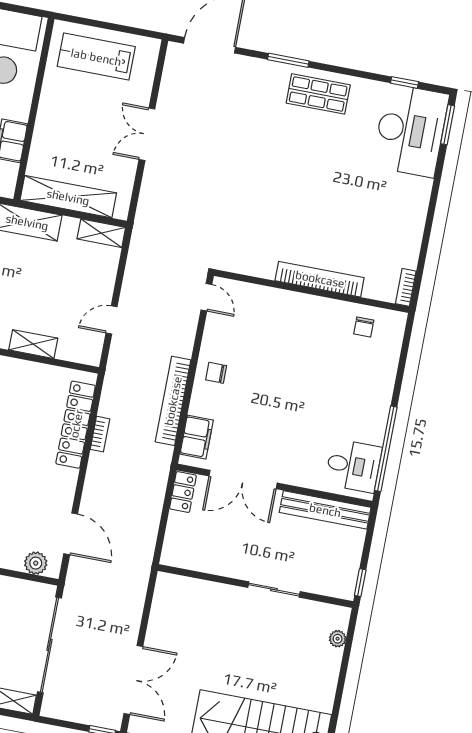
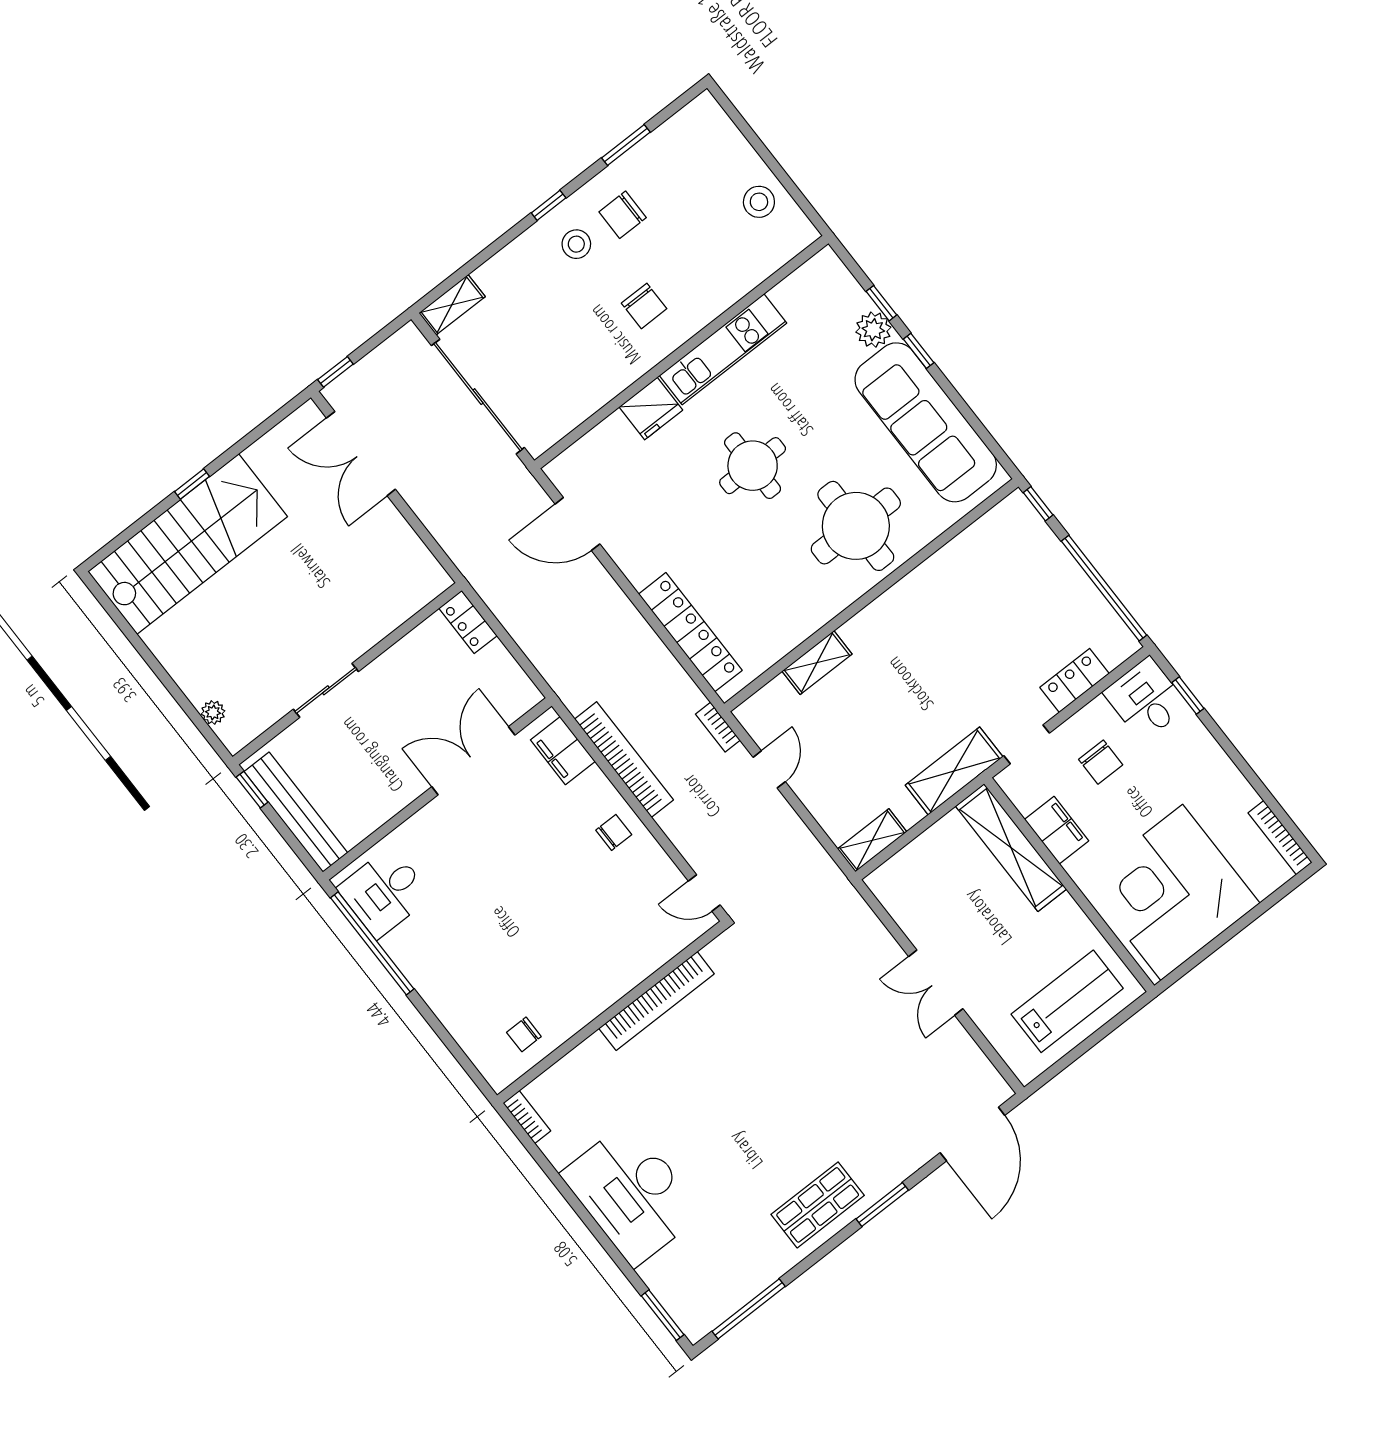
window: (405, 82) -> (749, 1309), width x2.17
desk: (411, 130) -> (632, 1194), moved
double door: (147, 134) -> (936, 983), swing flipped
shelving: (68, 197) -> (1011, 848), moved, turned 90
bookcase: (320, 279) -> (657, 1001), moved
chair: (364, 327) -> (524, 1034), turned -90
bookcase: (100, 434) -> (718, 727), moved
locker: (183, 492) -> (468, 622), moved
bench: (325, 510) -> (296, 812), moved, turned 90
plant: (36, 563) -> (579, 459), removed

